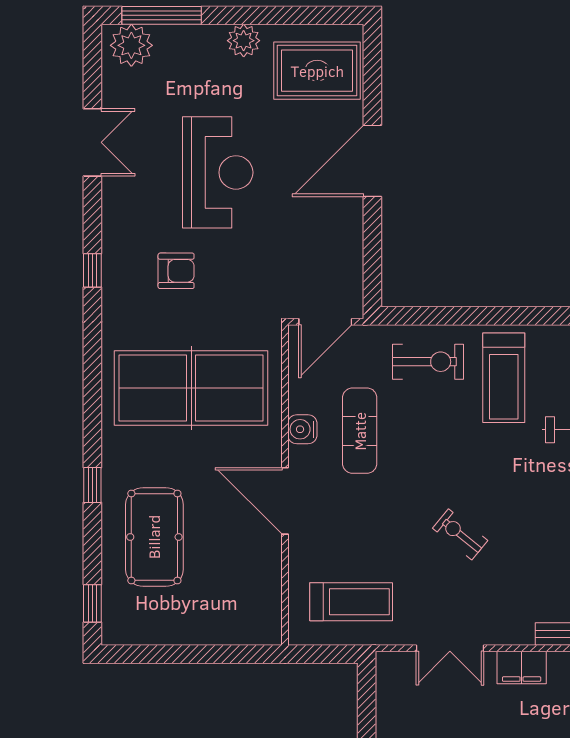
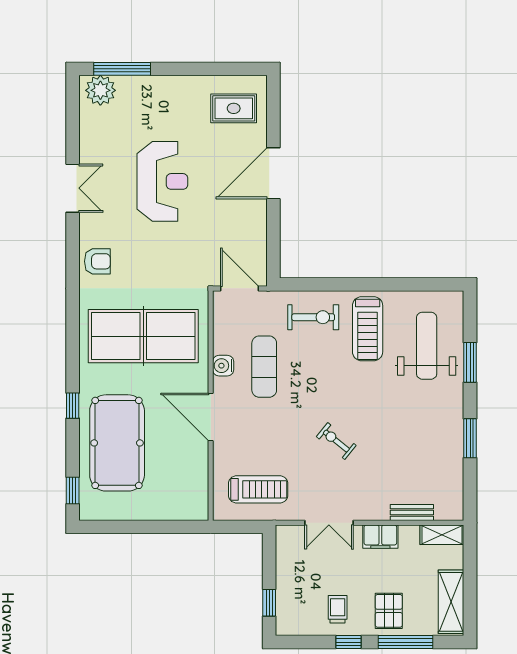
plant: (244, 41) -> (181, 87), removed
rug: (317, 71) -> (234, 108), width x0.73, depth x0.70
double door: (92, 142) -> (73, 188), moved
window: (92, 270) -> (73, 252), removed
armchair: (176, 271) -> (97, 261), moved
door: (325, 322) -> (239, 288), swing flipped
pool table: (154, 537) -> (117, 443), width x1.36, depth x1.32

